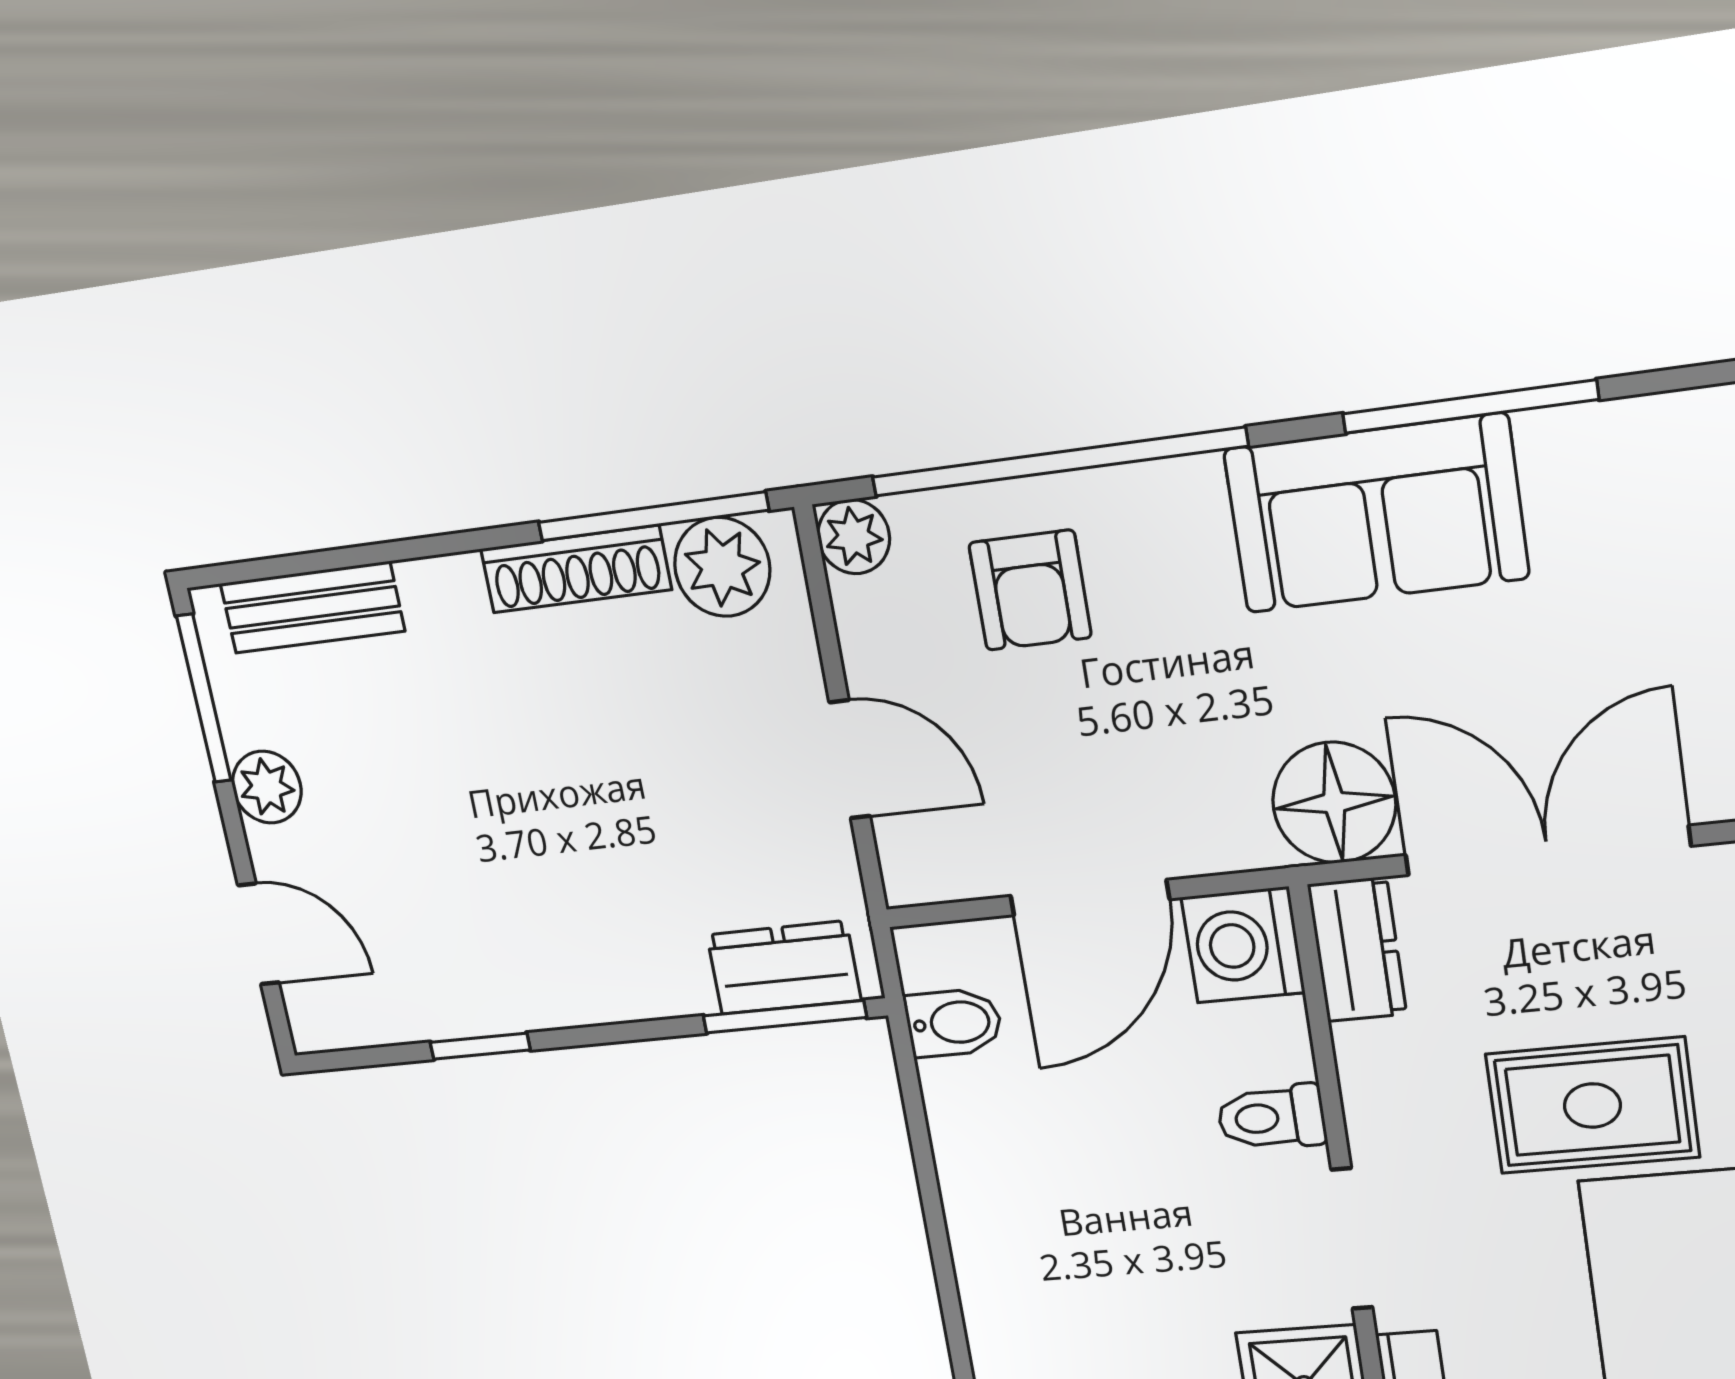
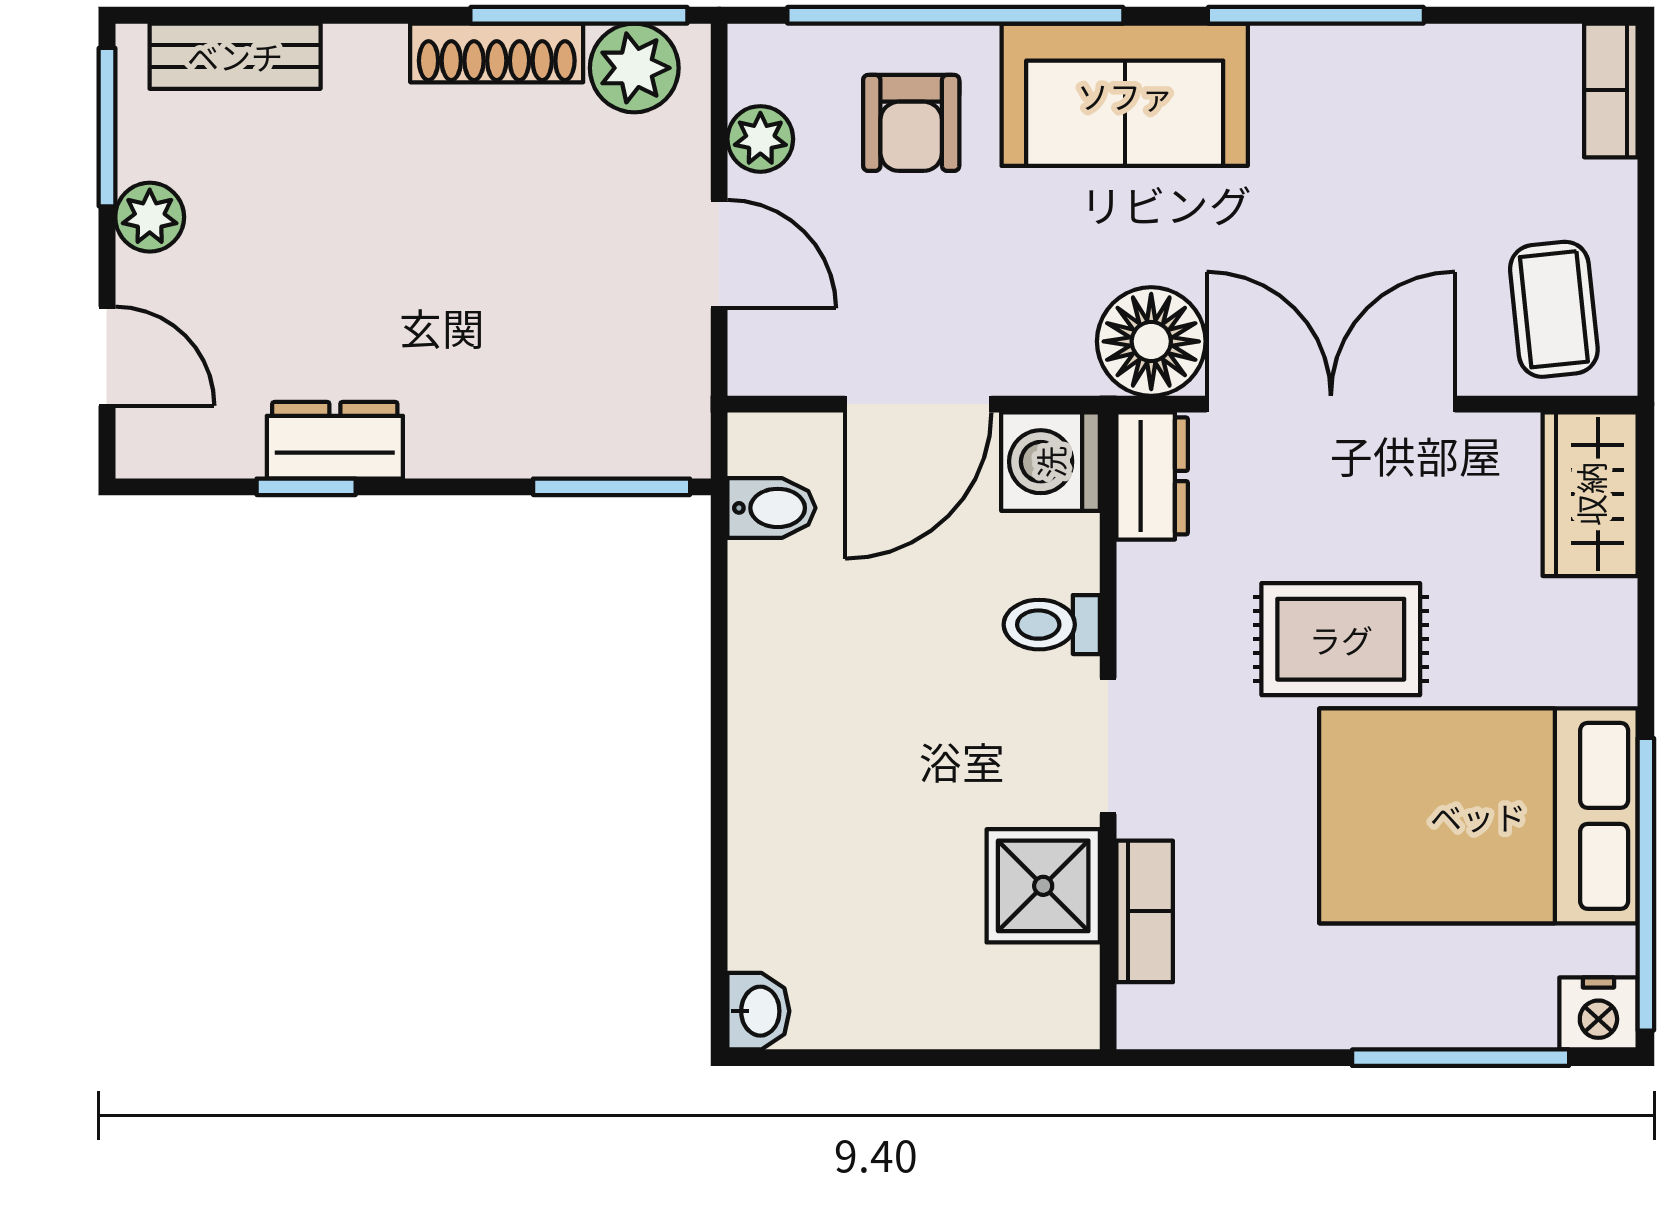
sofa: (1376, 514) -> (1125, 95), moved
plant: (854, 537) -> (760, 139), moved
dresser: (784, 968) -> (335, 440), moved

